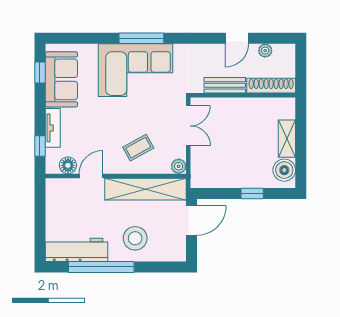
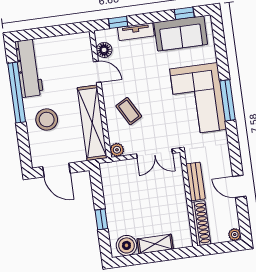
plant: (265, 51) -> (235, 235), moved
door: (192, 220) -> (56, 170), moved

